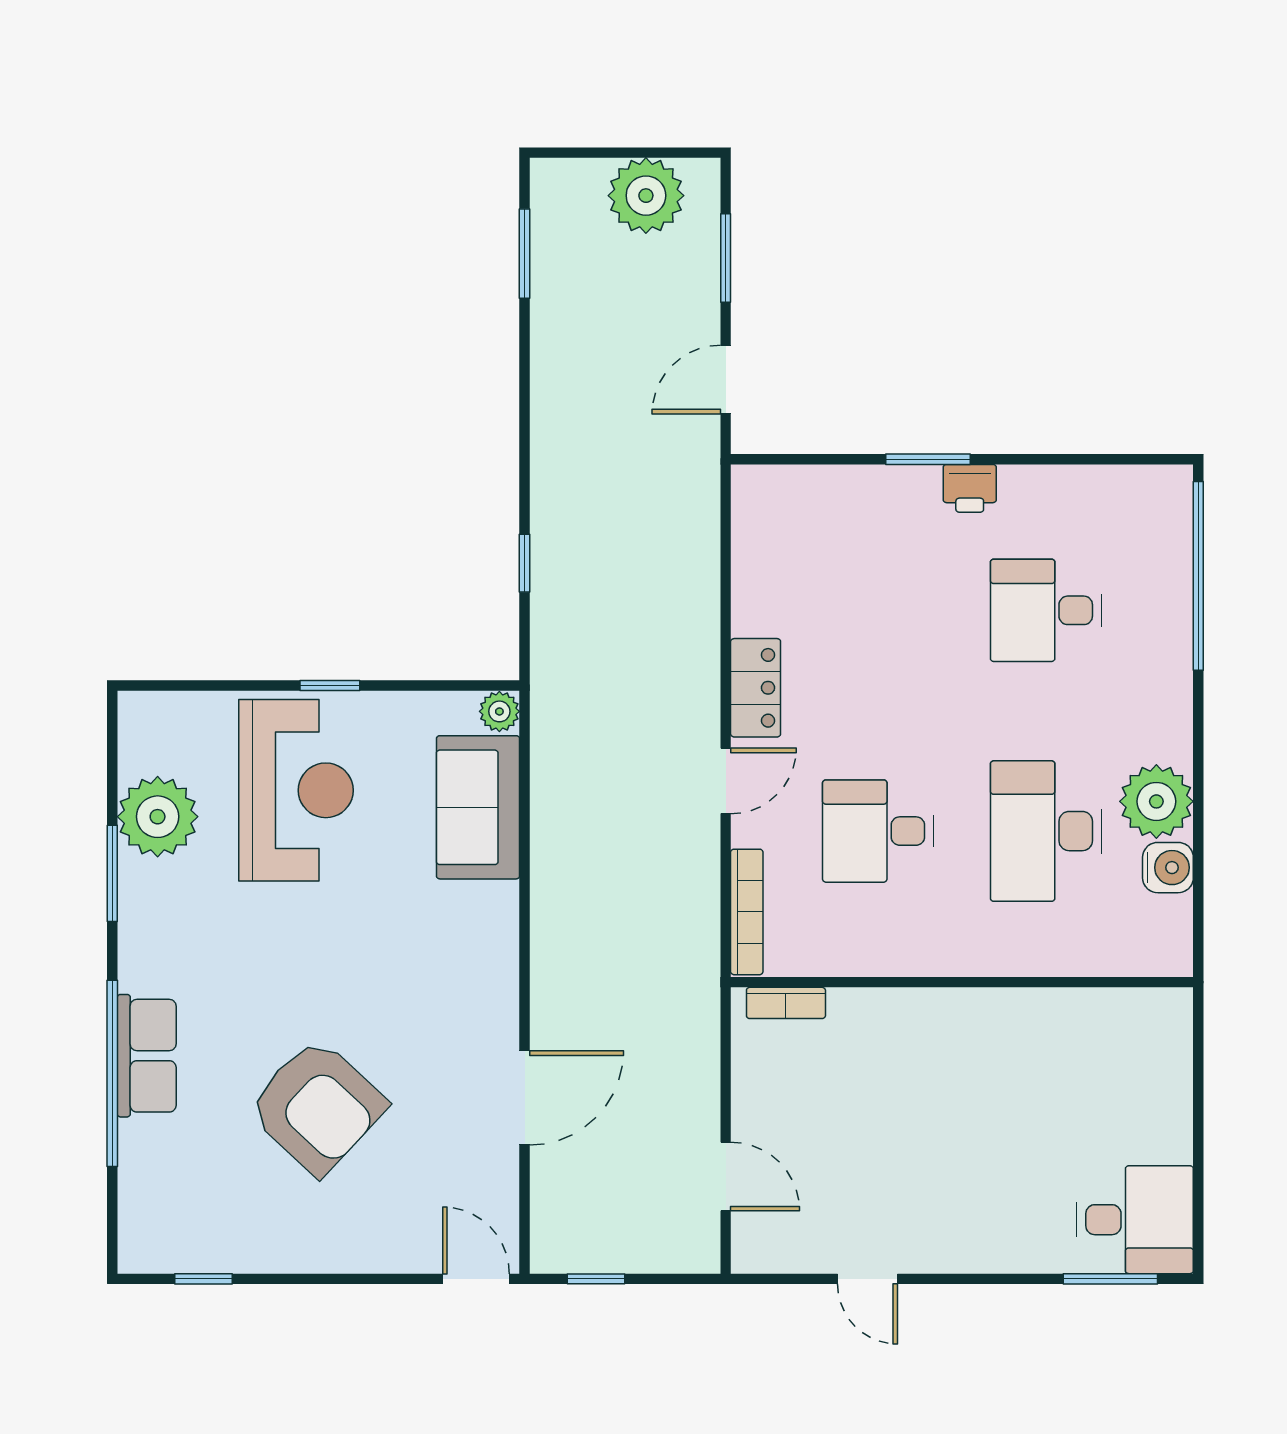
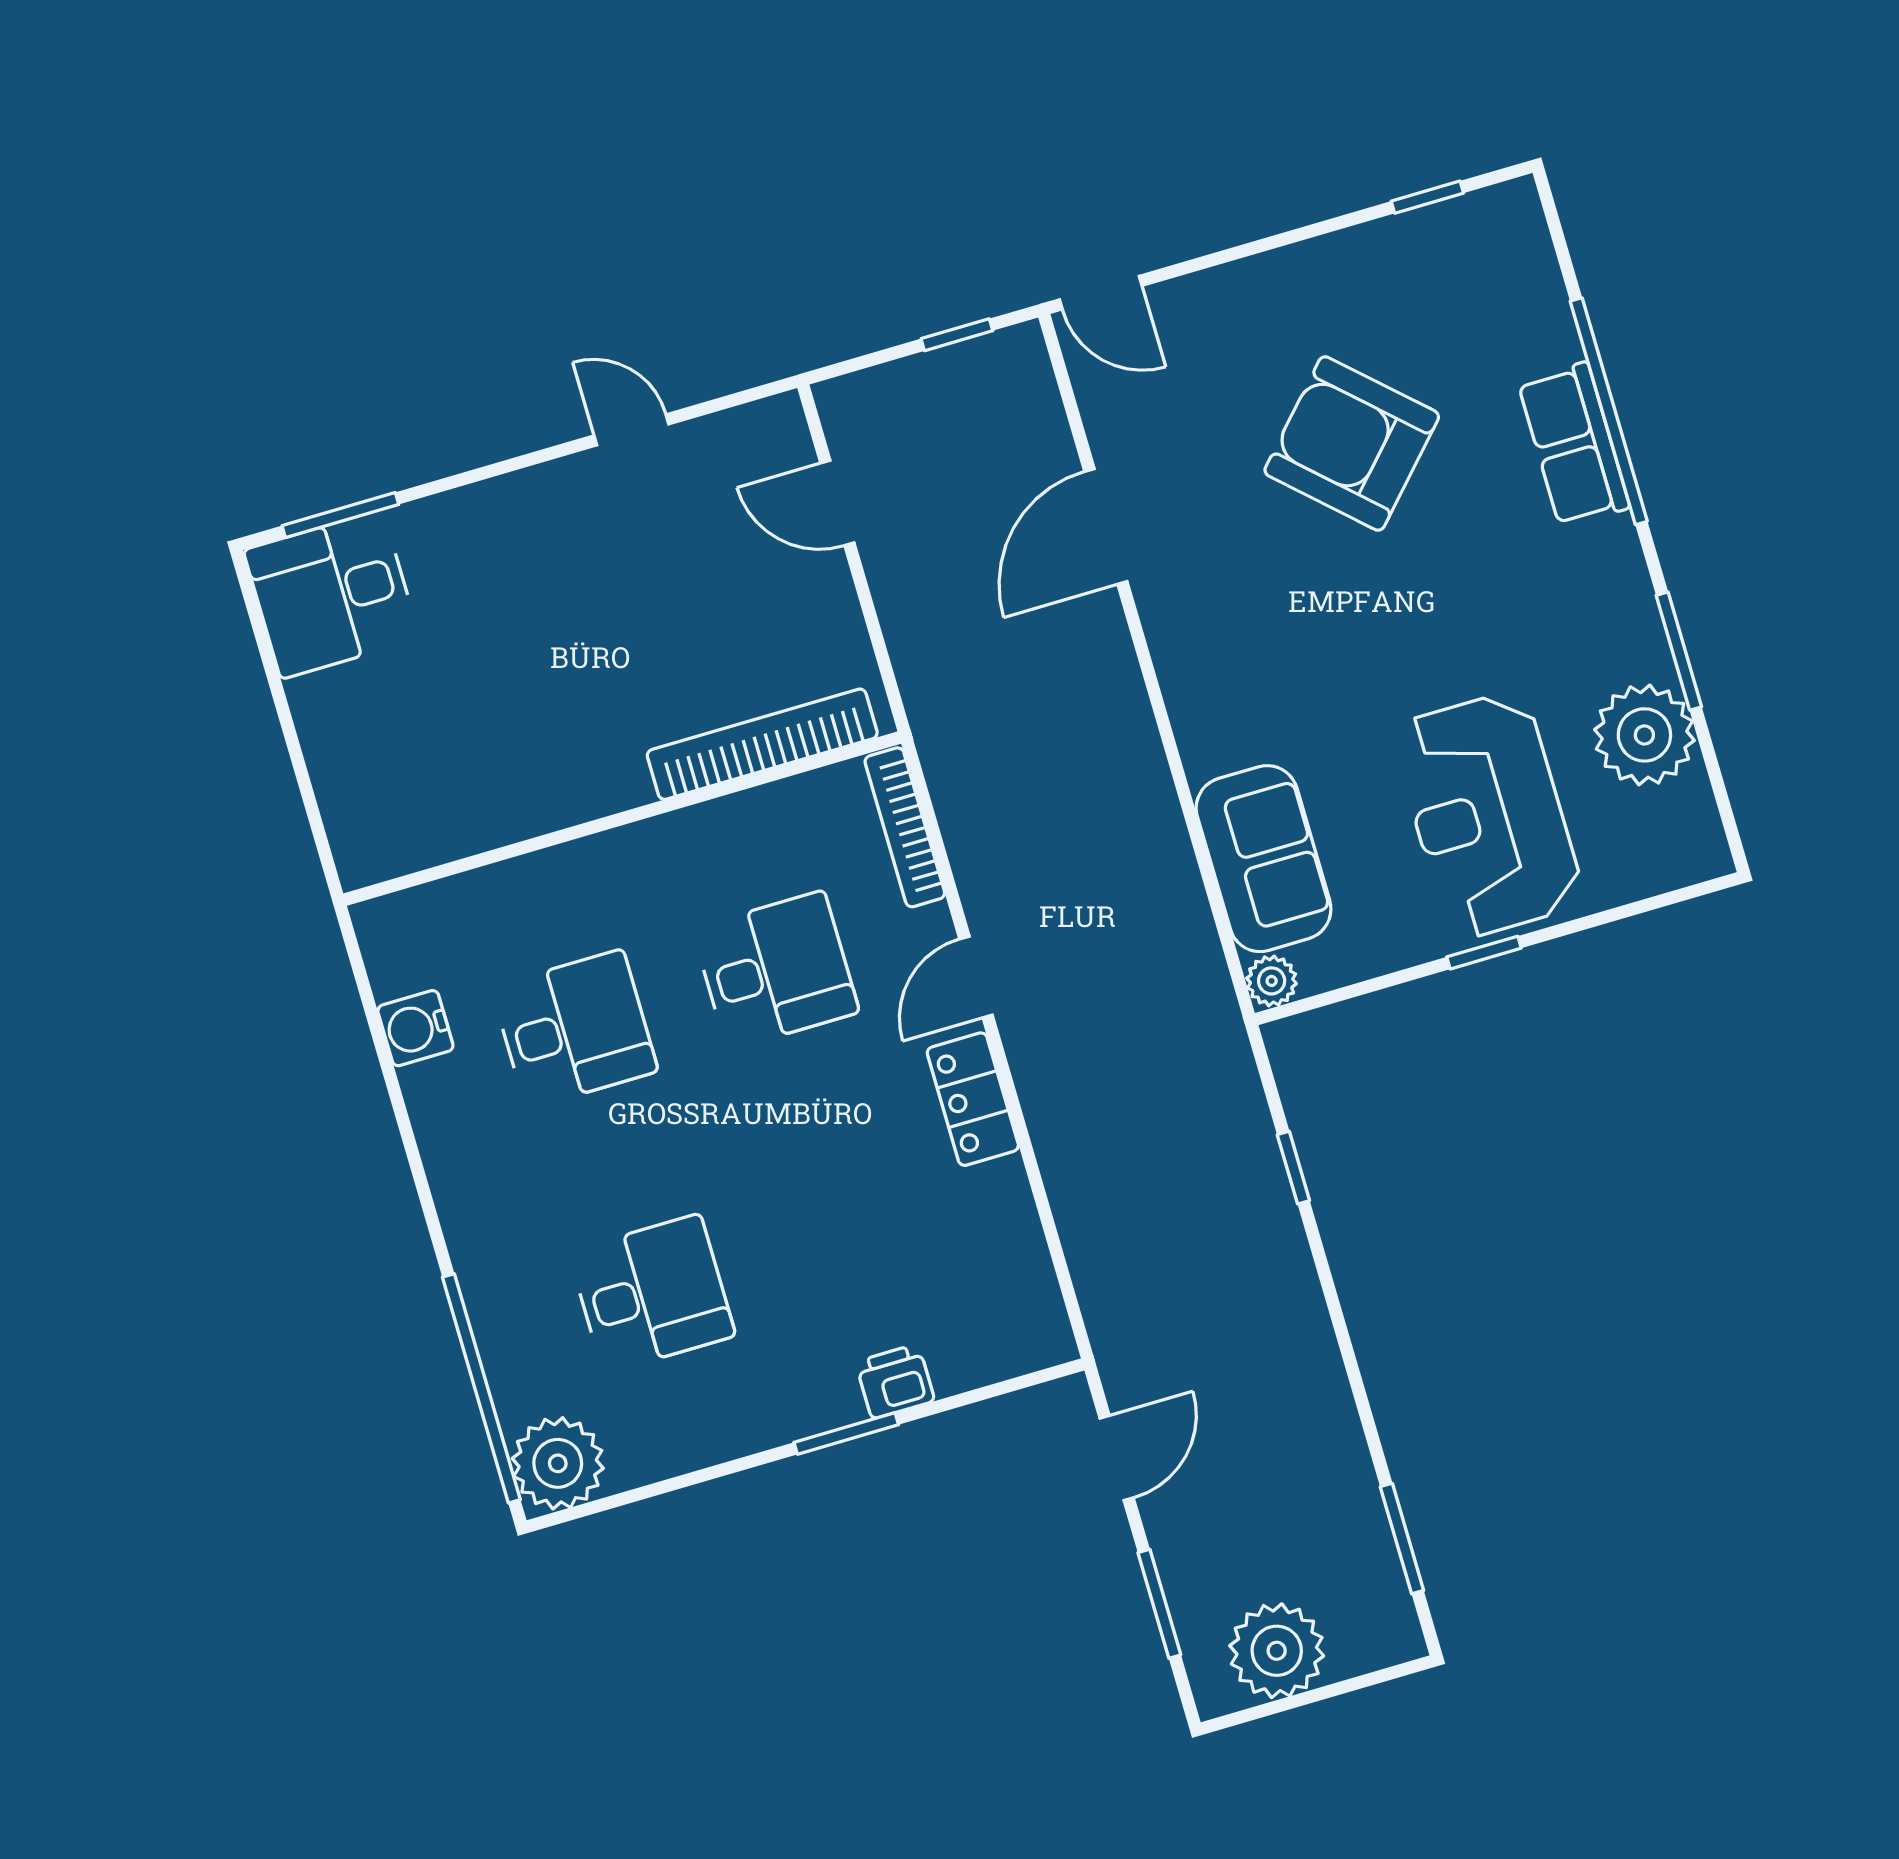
printer: (970, 488) -> (895, 1381), moved
plant: (1156, 801) -> (558, 1463), moved
desk: (1046, 831) -> (575, 1029), width x0.73
bookcase: (786, 1003) -> (762, 744), width x2.31, depth x1.31

